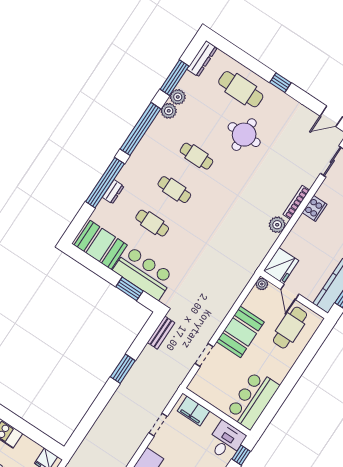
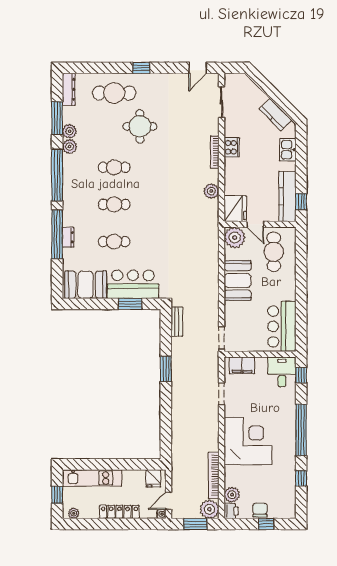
plant: (277, 225) -> (211, 191), moved
plant: (262, 284) -> (235, 237), width x1.88, depth x1.88
doorway: (204, 355) -> (222, 338), moved

